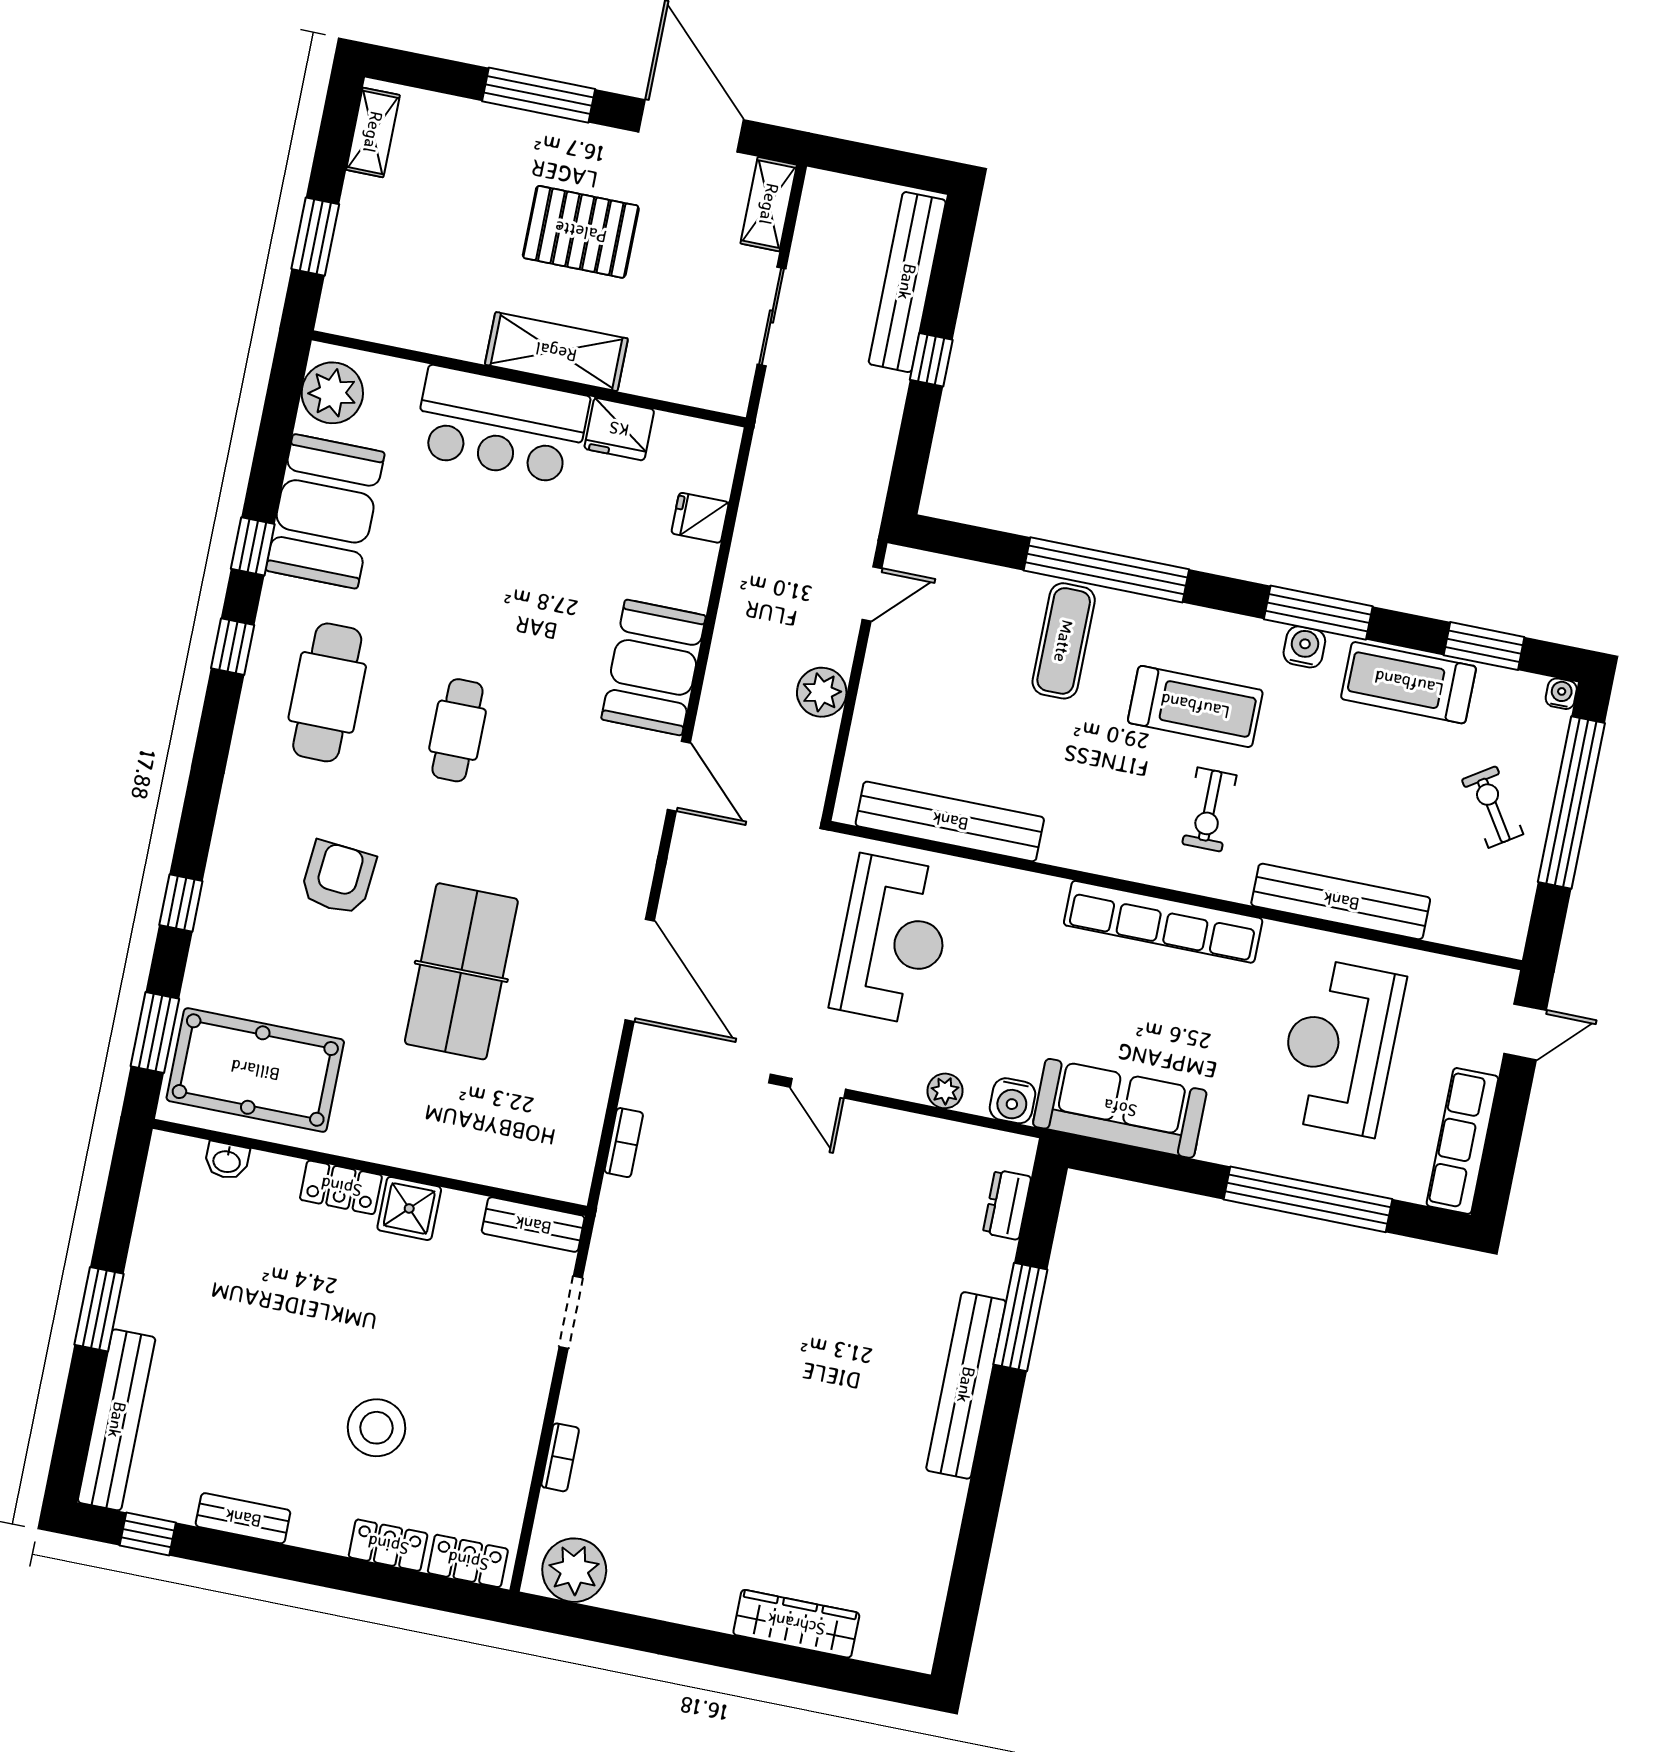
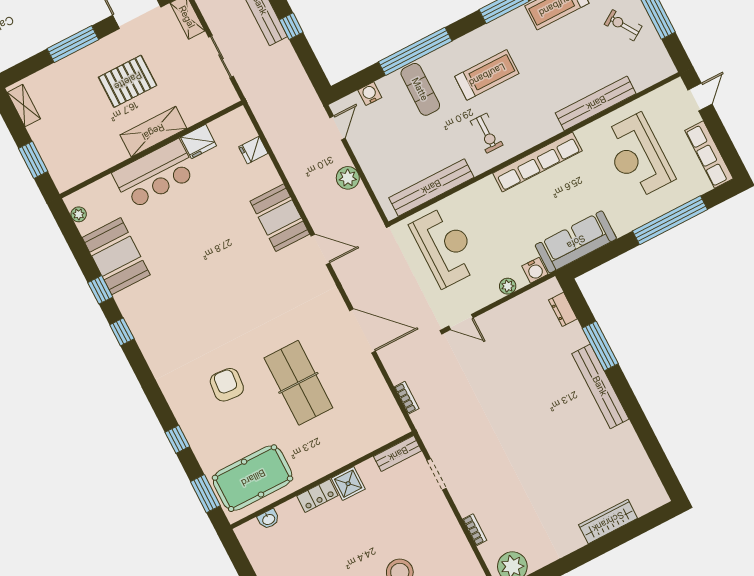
plant: (332, 393) -> (79, 214), width x0.53, depth x0.53
water cooler: (1304, 647) -> (370, 94), moved
cafe table: (327, 692) -> (169, 321), removed
cafe table: (458, 730) -> (227, 297), removed
exercise bike: (1209, 810) -> (487, 133), moved

